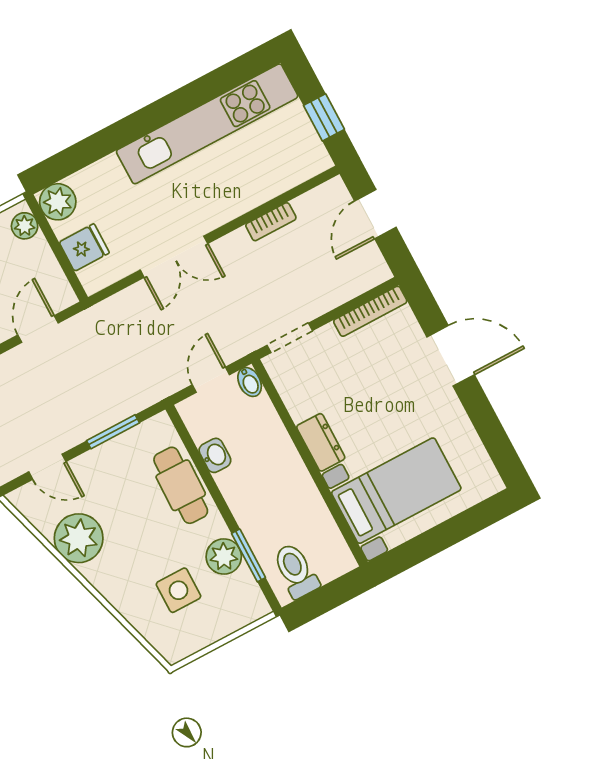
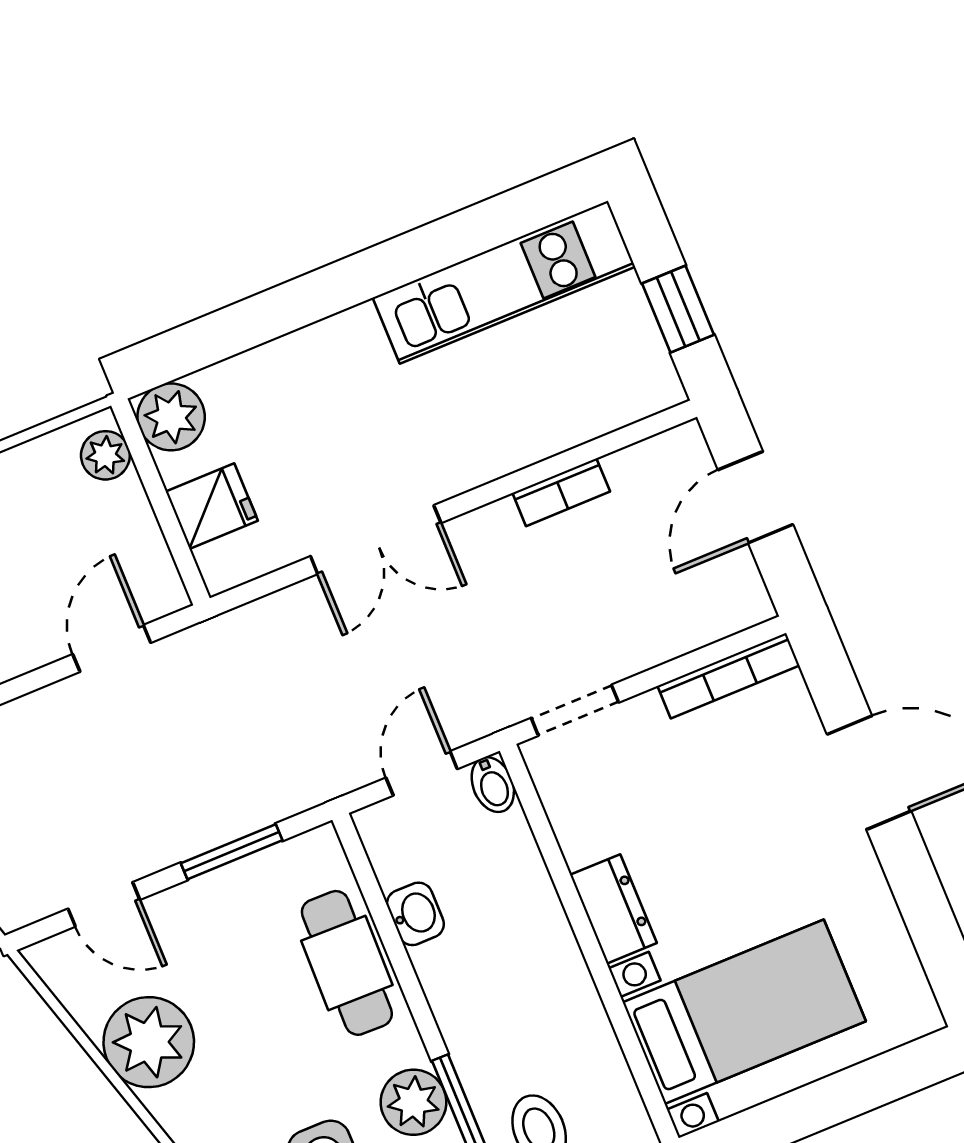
kitchen unit: (207, 124) -> (504, 282), width x0.73

